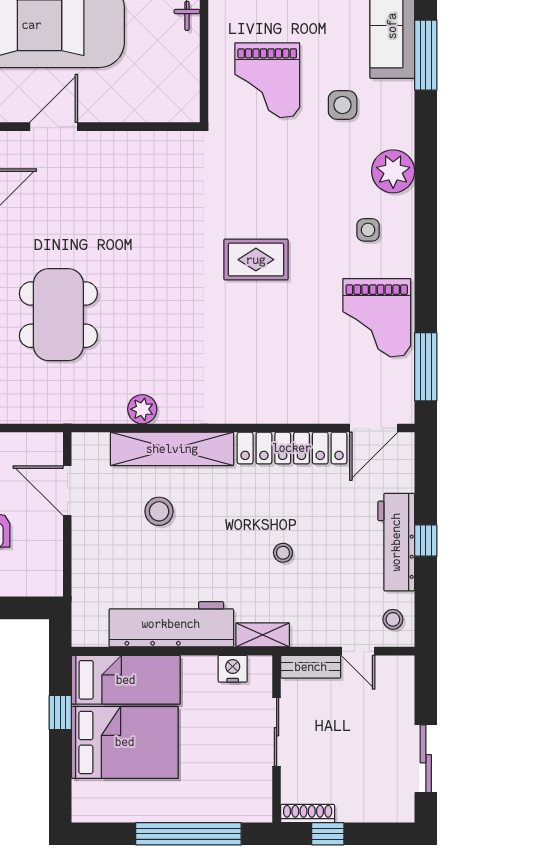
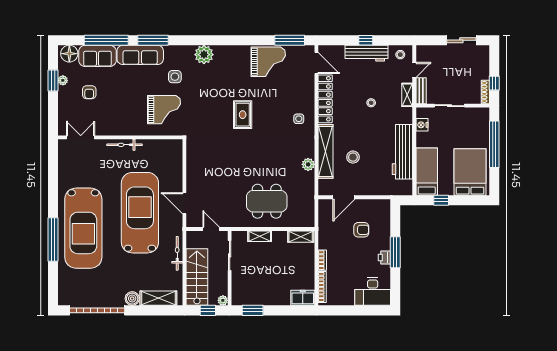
side table: (368, 230) -> (299, 119), moved
shelving: (263, 635) -> (407, 95), moved
bed: (125, 742) -> (470, 172), moved

